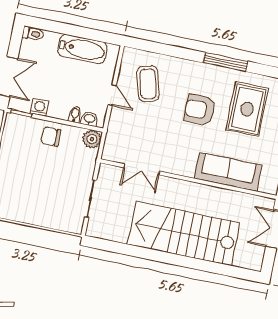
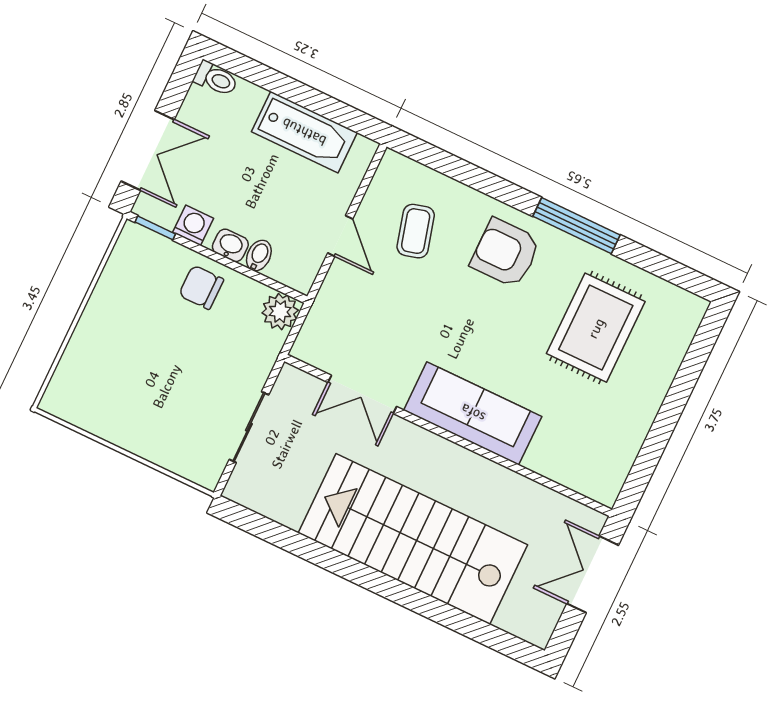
coffee table: (148, 84) -> (416, 231), width x0.73, depth x0.77
armchair: (200, 110) -> (506, 253), moved
washbasin: (89, 119) -> (230, 245), moved
sofa: (228, 172) -> (473, 413), moved

